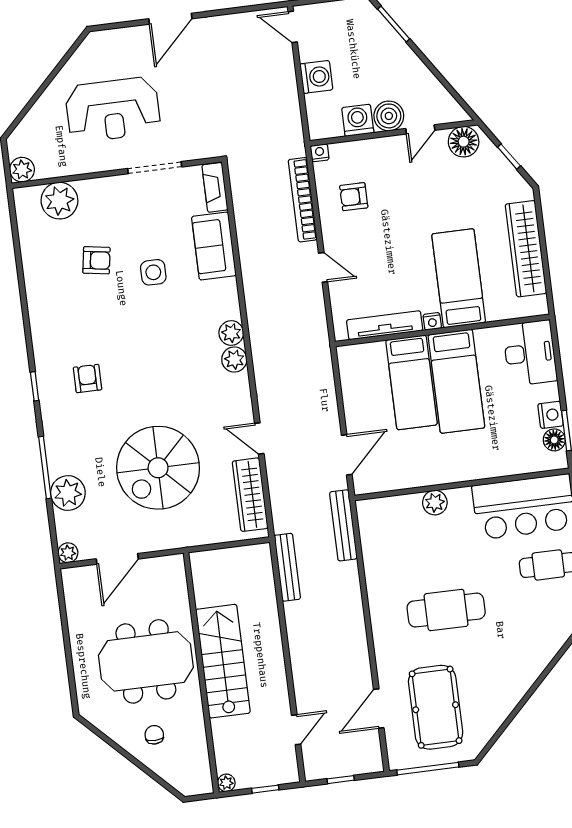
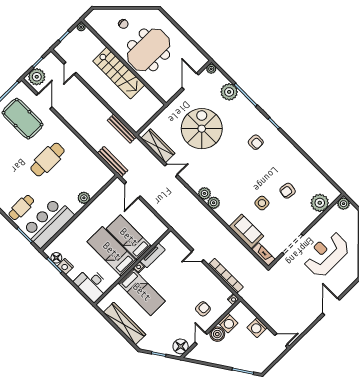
armchair: (354, 197) -> (203, 309), moved
tv unit: (385, 325) -> (153, 255), width x0.71
plant: (360, 757) -> (37, 77), added

